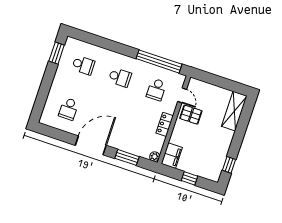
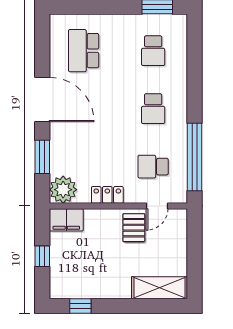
school desk: (69, 109) -> (84, 51), width x1.85
plant: (155, 157) -> (63, 190), width x1.87, depth x1.87

